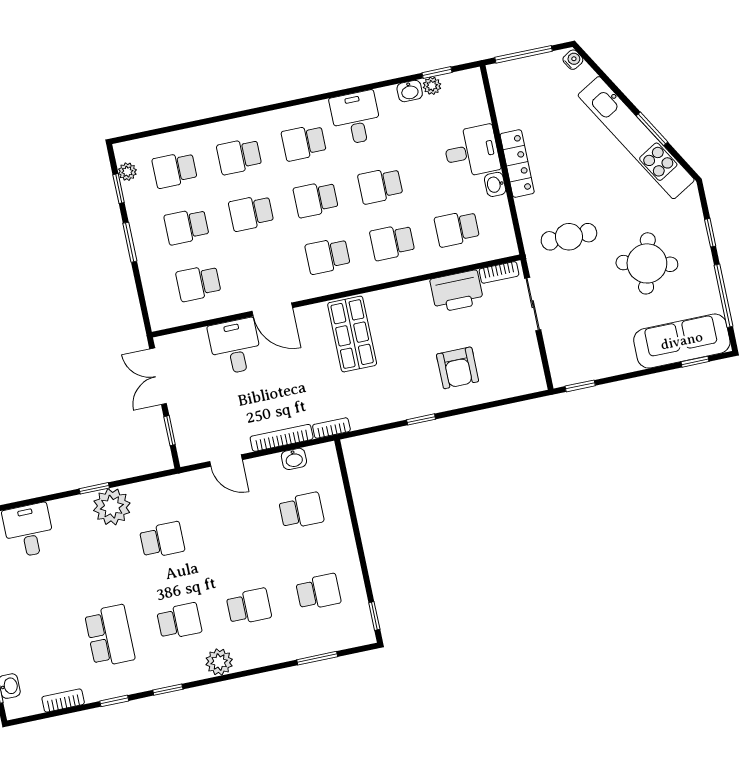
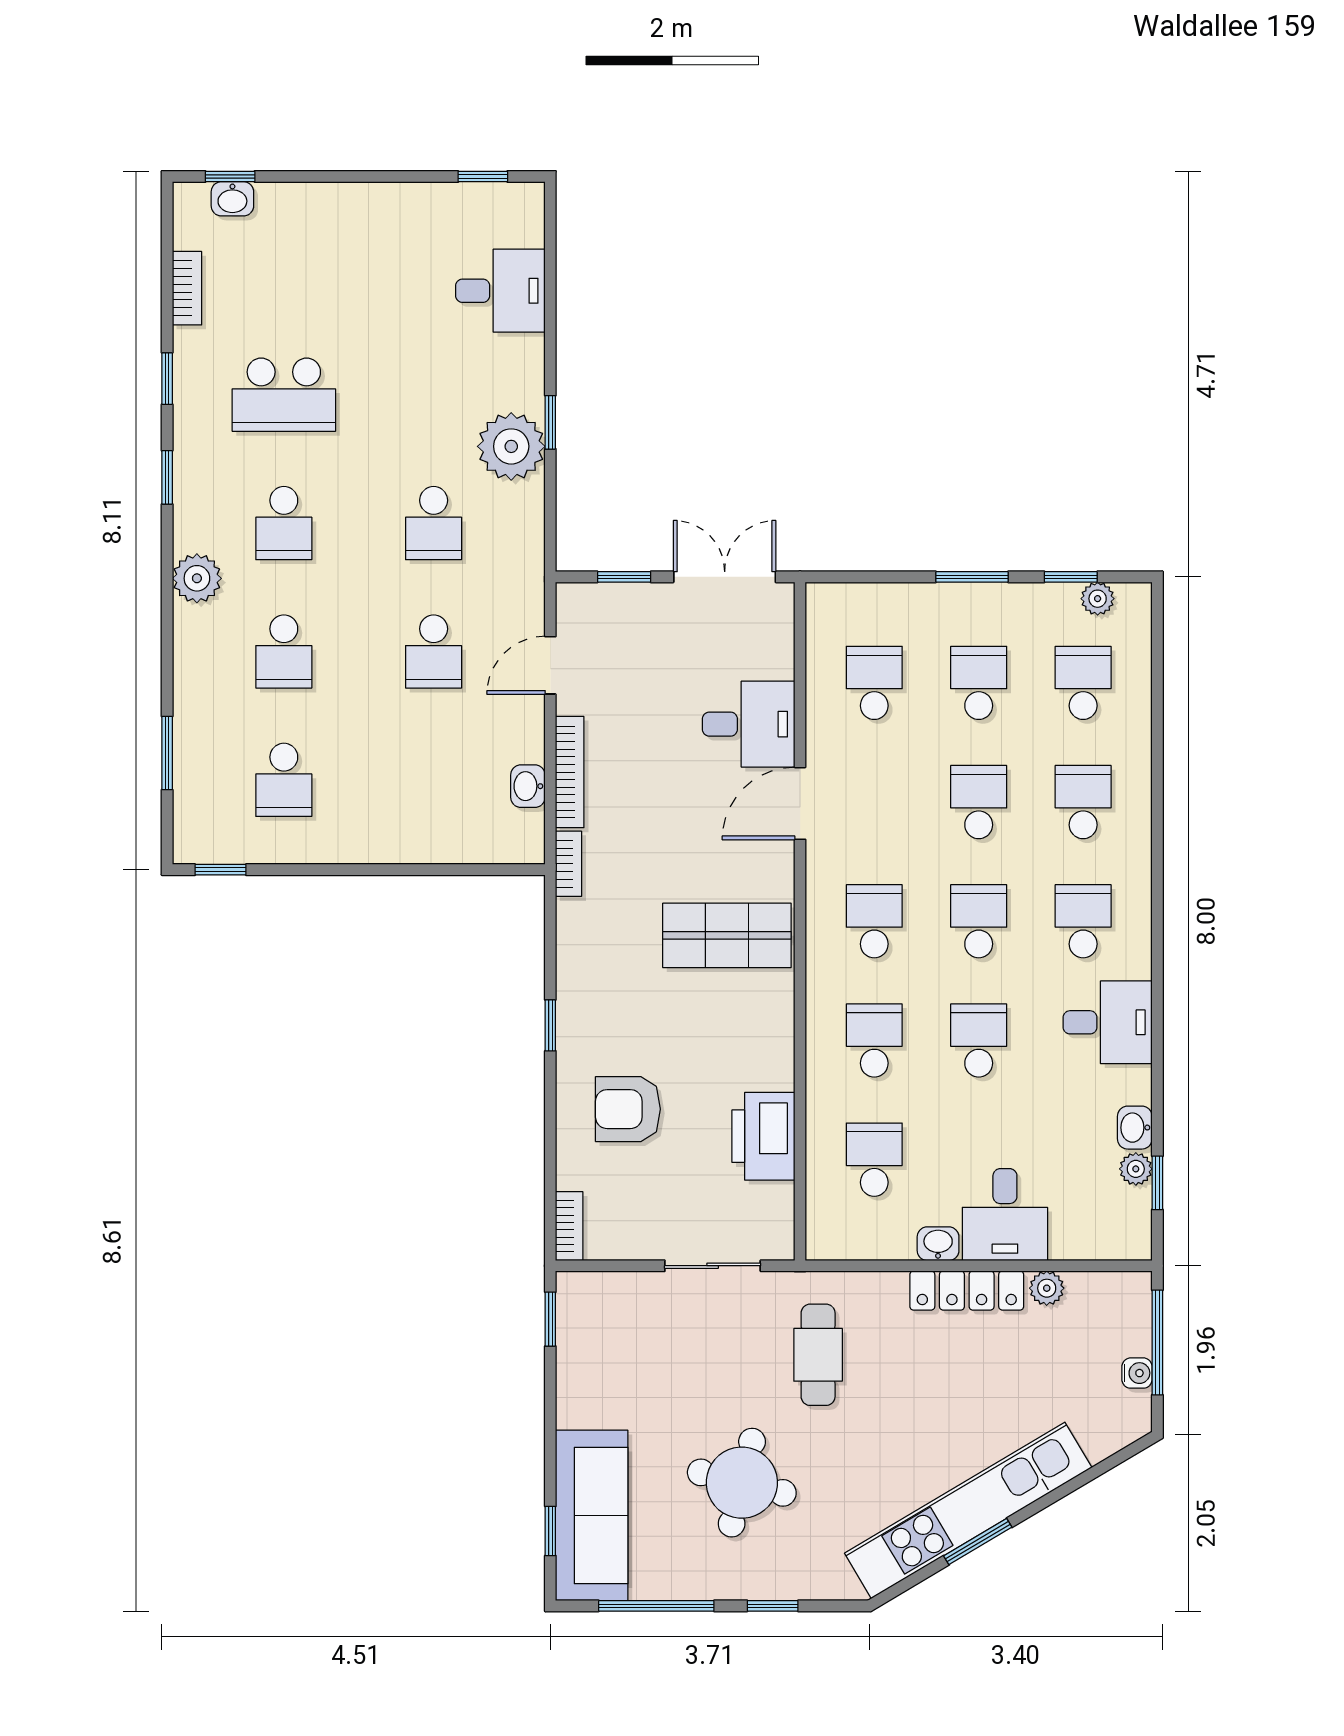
water cooler: (573, 60) -> (1137, 1373), moved, turned -59
plant: (507, 120) -> (1047, 1288), added
bookcase: (499, 272) -> (569, 1226), moved, turned 180
school desk: (301, 511) -> (434, 651), moved

